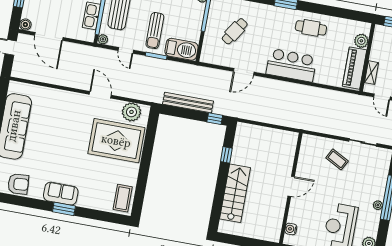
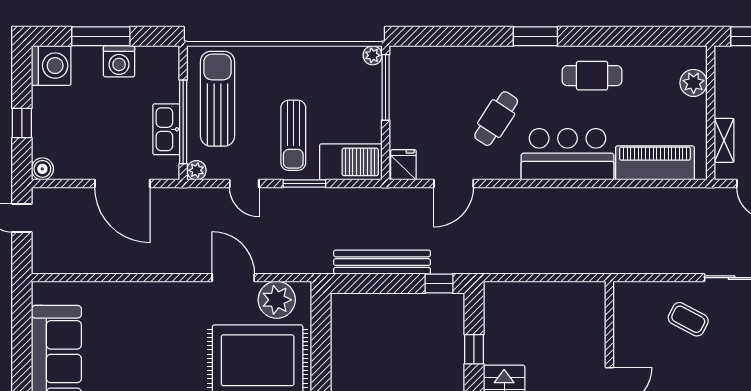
cafe table: (235, 31) -> (496, 119), moved
door: (49, 36) -> (122, 183), moved
fridge: (208, 56) -> (403, 165), added
piano: (355, 68) -> (655, 163), moved, turned 90
door: (244, 72) -> (454, 183), moved
door: (100, 95) -> (233, 278), moved

